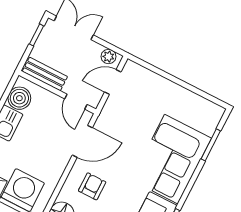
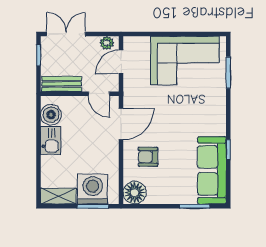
corner sofa: (171, 159) -> (185, 60), moved, turned -90
armchair: (92, 186) -> (148, 157), turned -90

